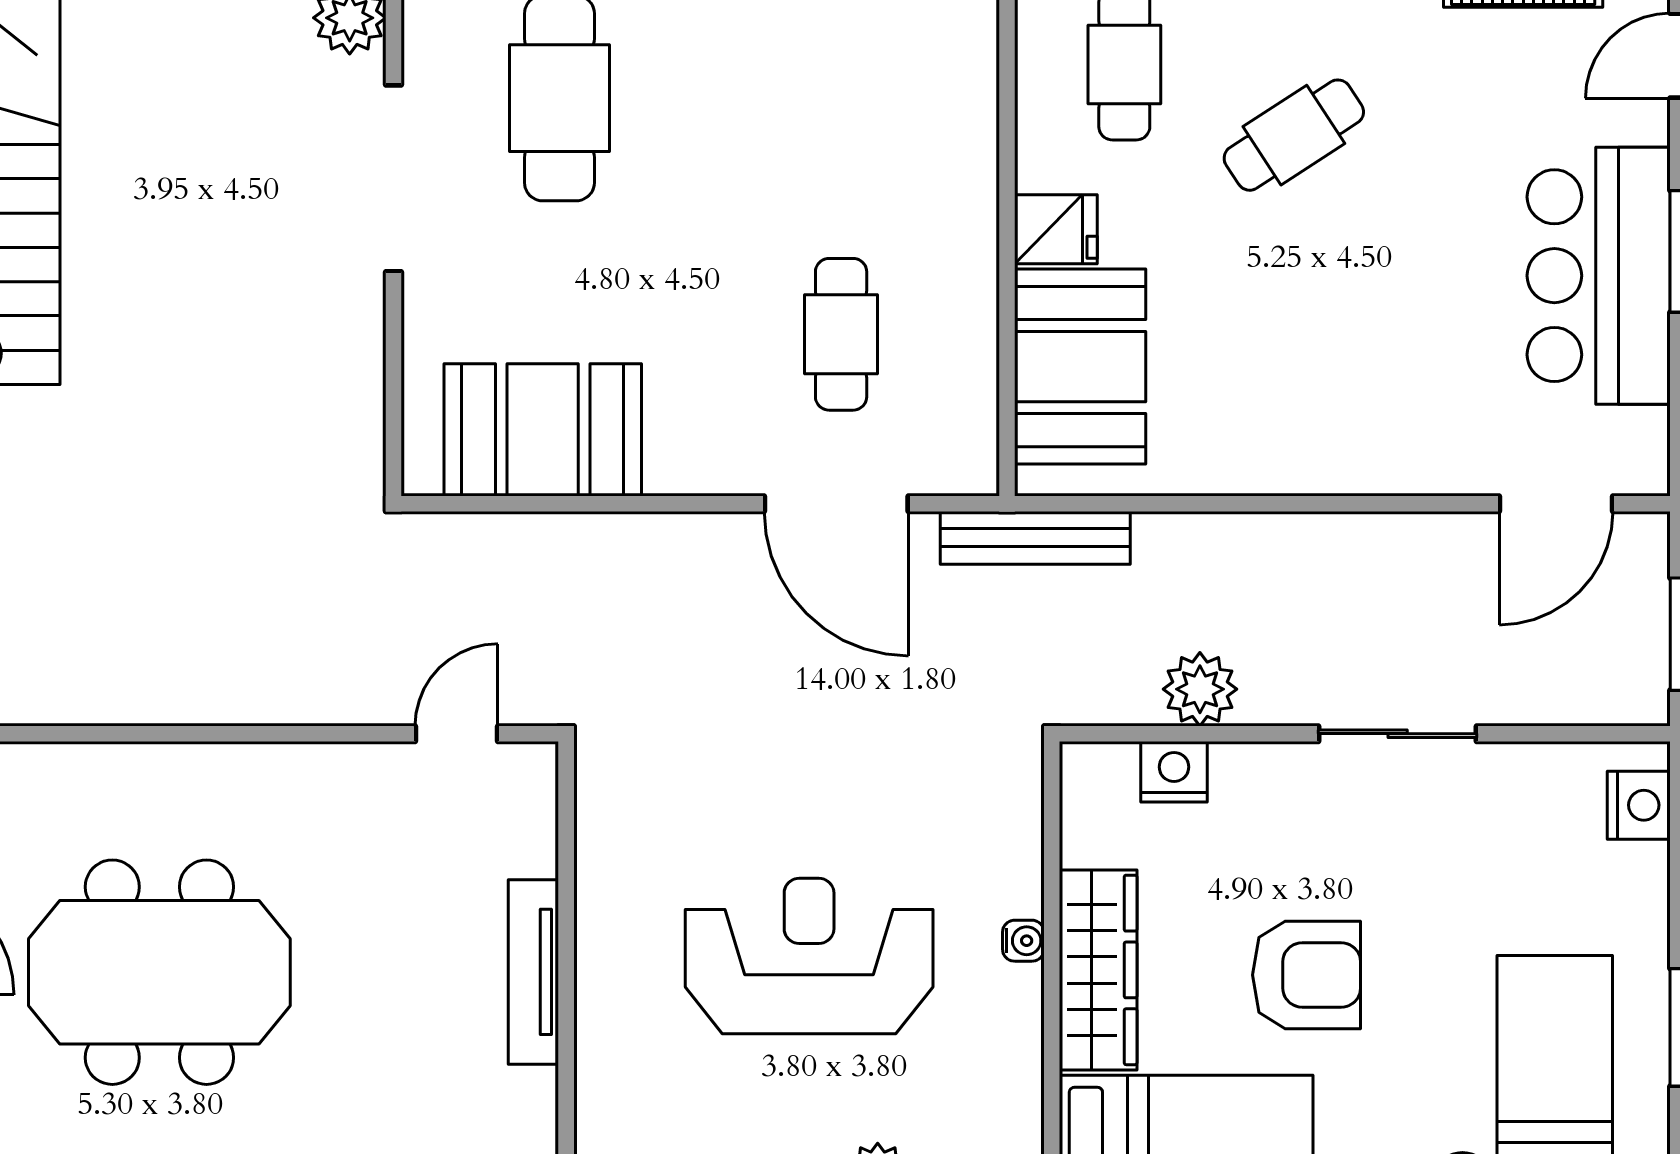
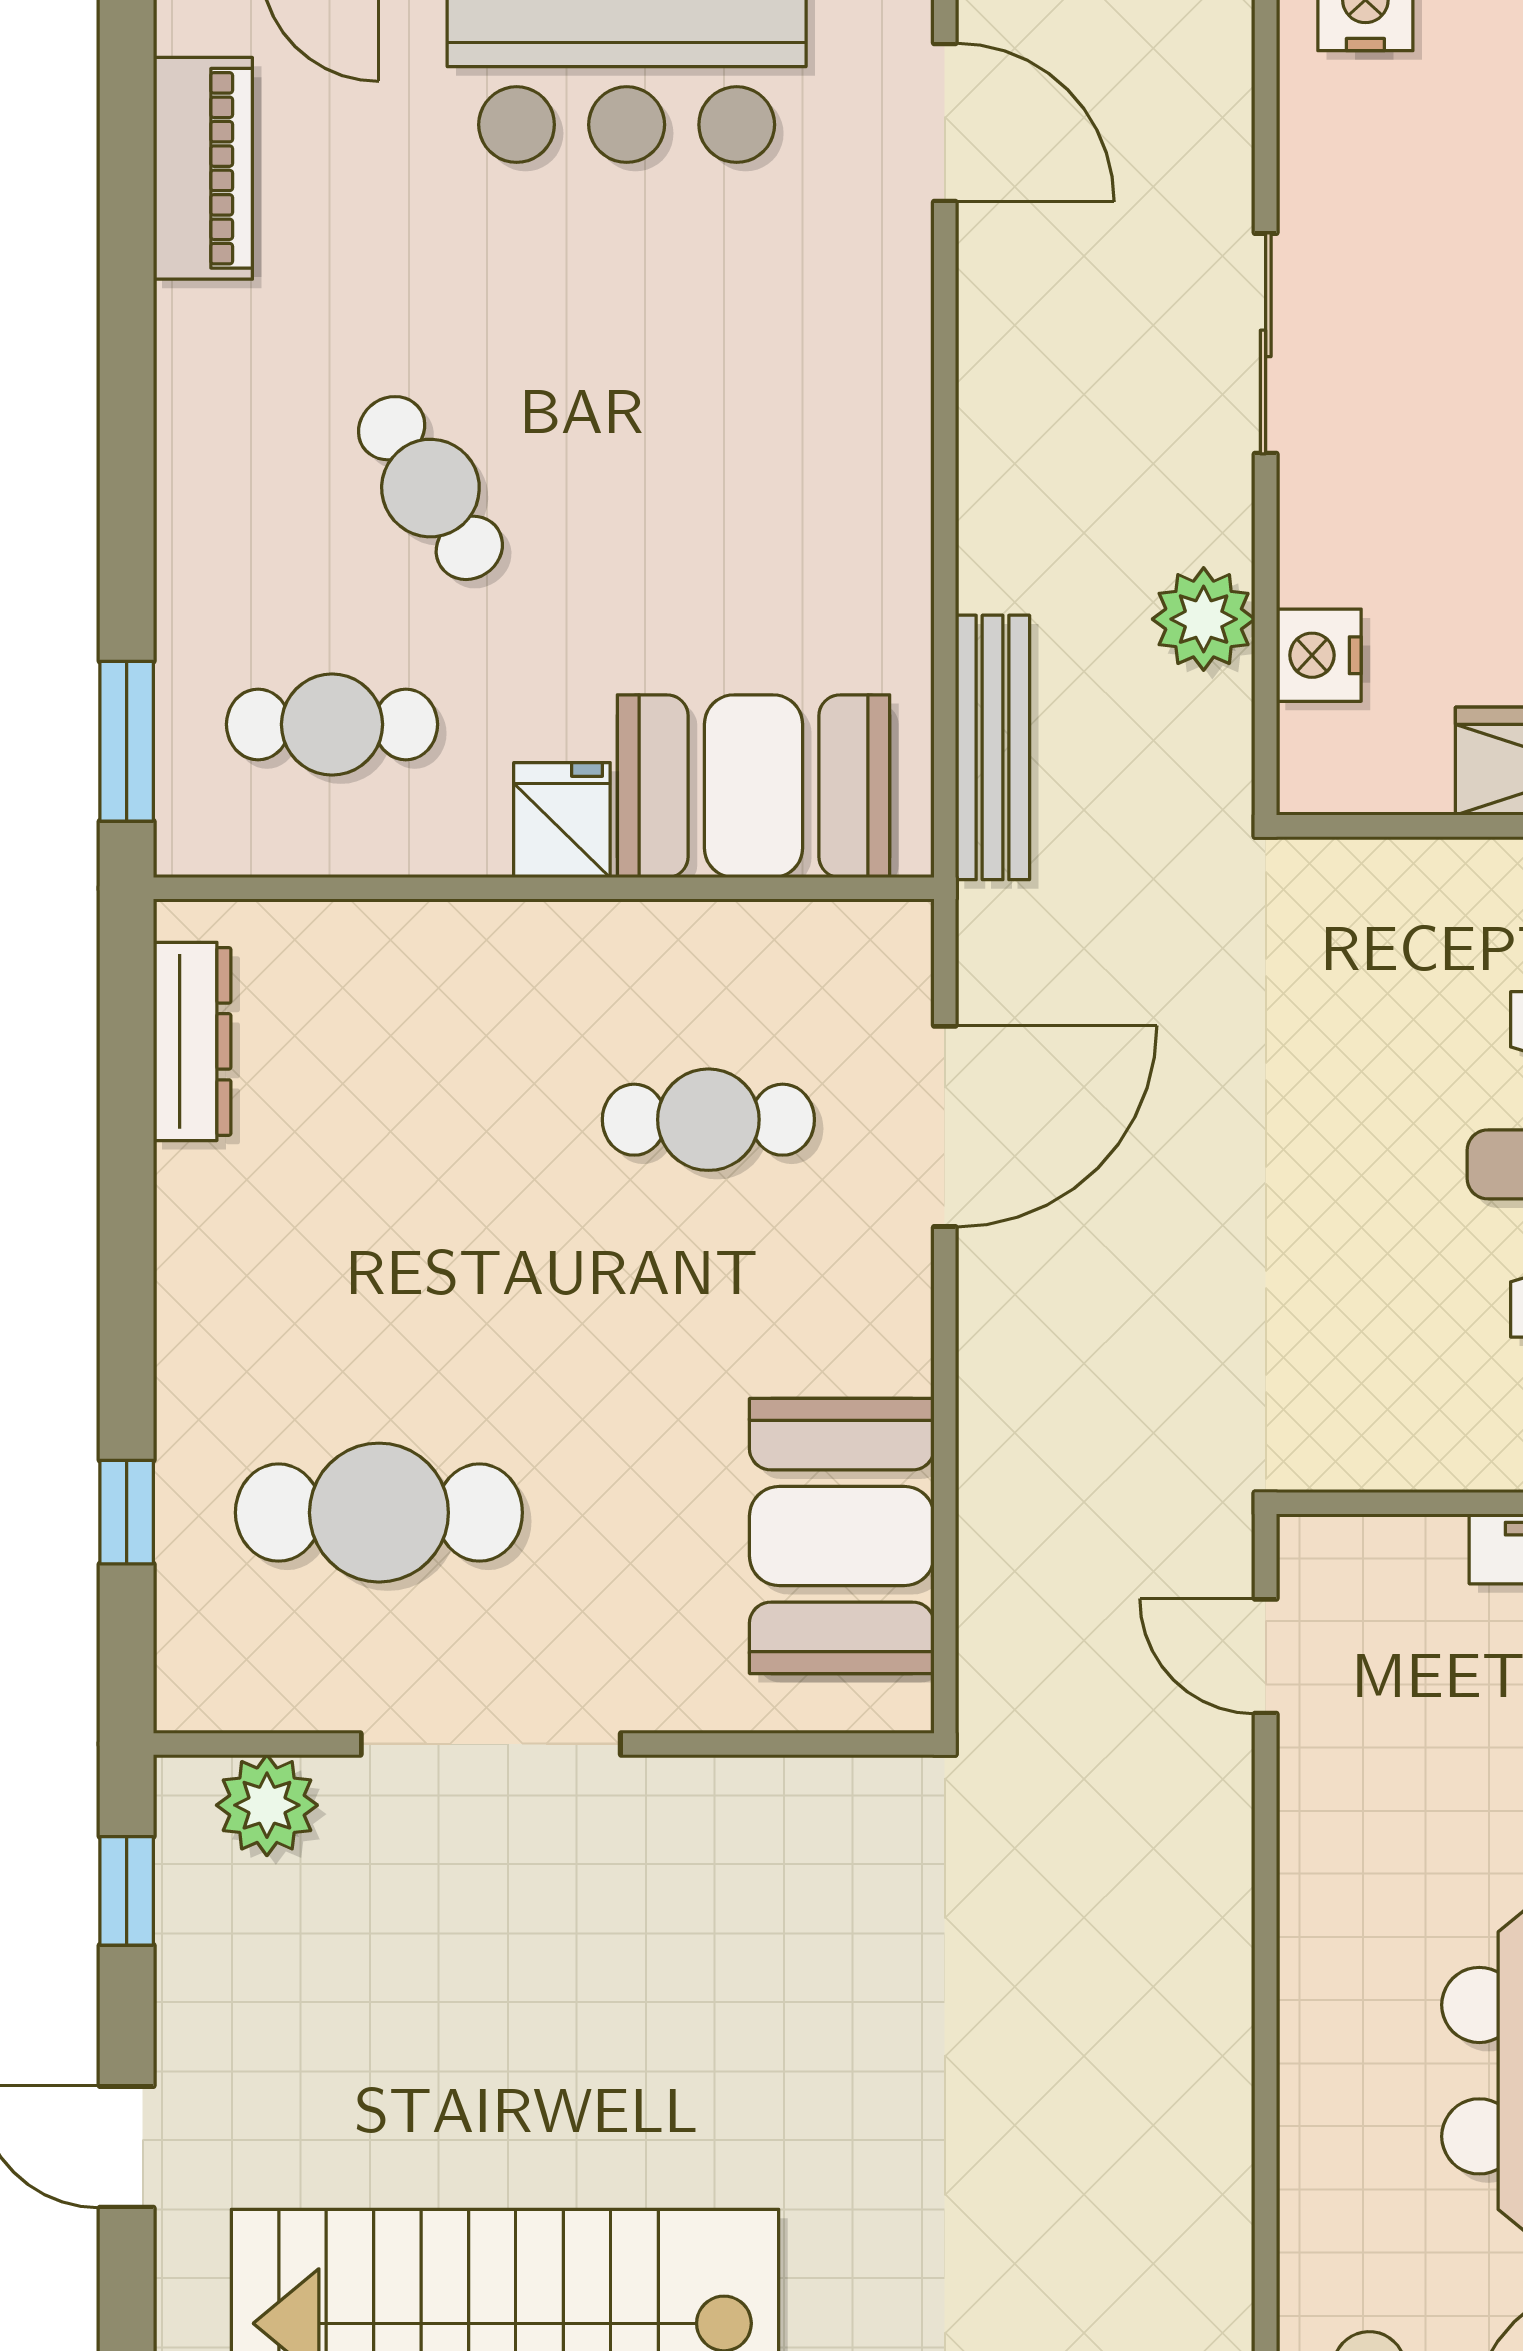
bench: (1035, 538) -> (993, 747), moved

